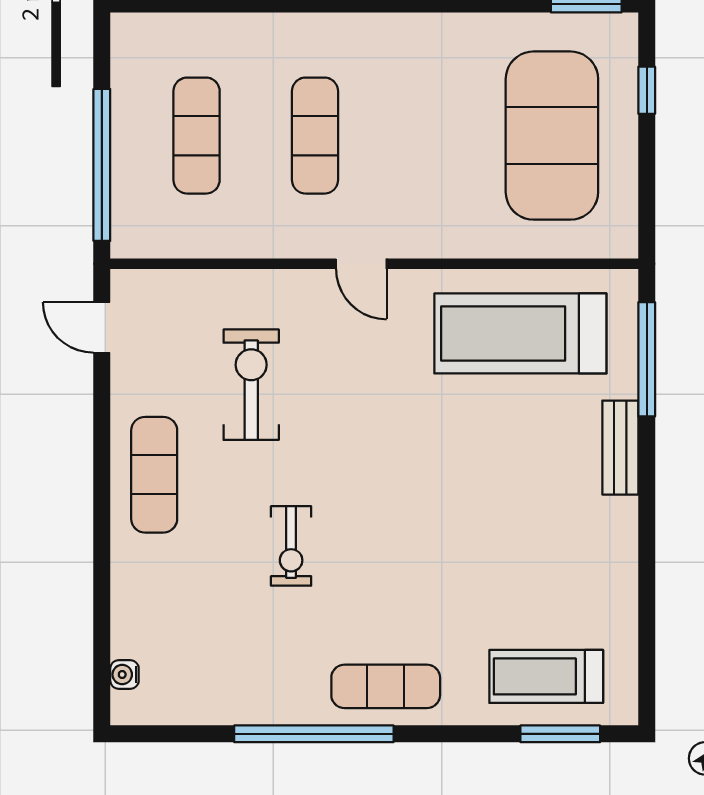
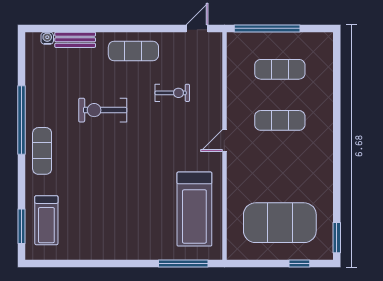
treadmill: (520, 333) -> (194, 209), turned 180
exercise bike: (251, 385) -> (172, 93), width x0.73, depth x0.72
bench: (620, 448) -> (75, 40), moved
exercise bike: (291, 546) -> (103, 110), width x1.38, depth x1.39
treadmill: (546, 676) -> (46, 220), turned 180

